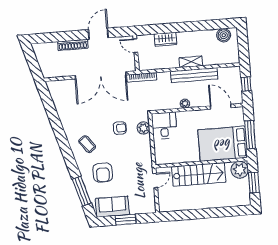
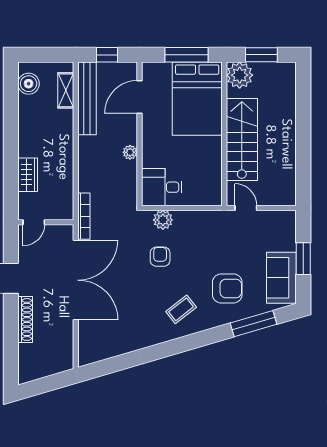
shelving: (191, 62) -> (66, 90), moved
bench: (194, 75) -> (87, 98), moved

